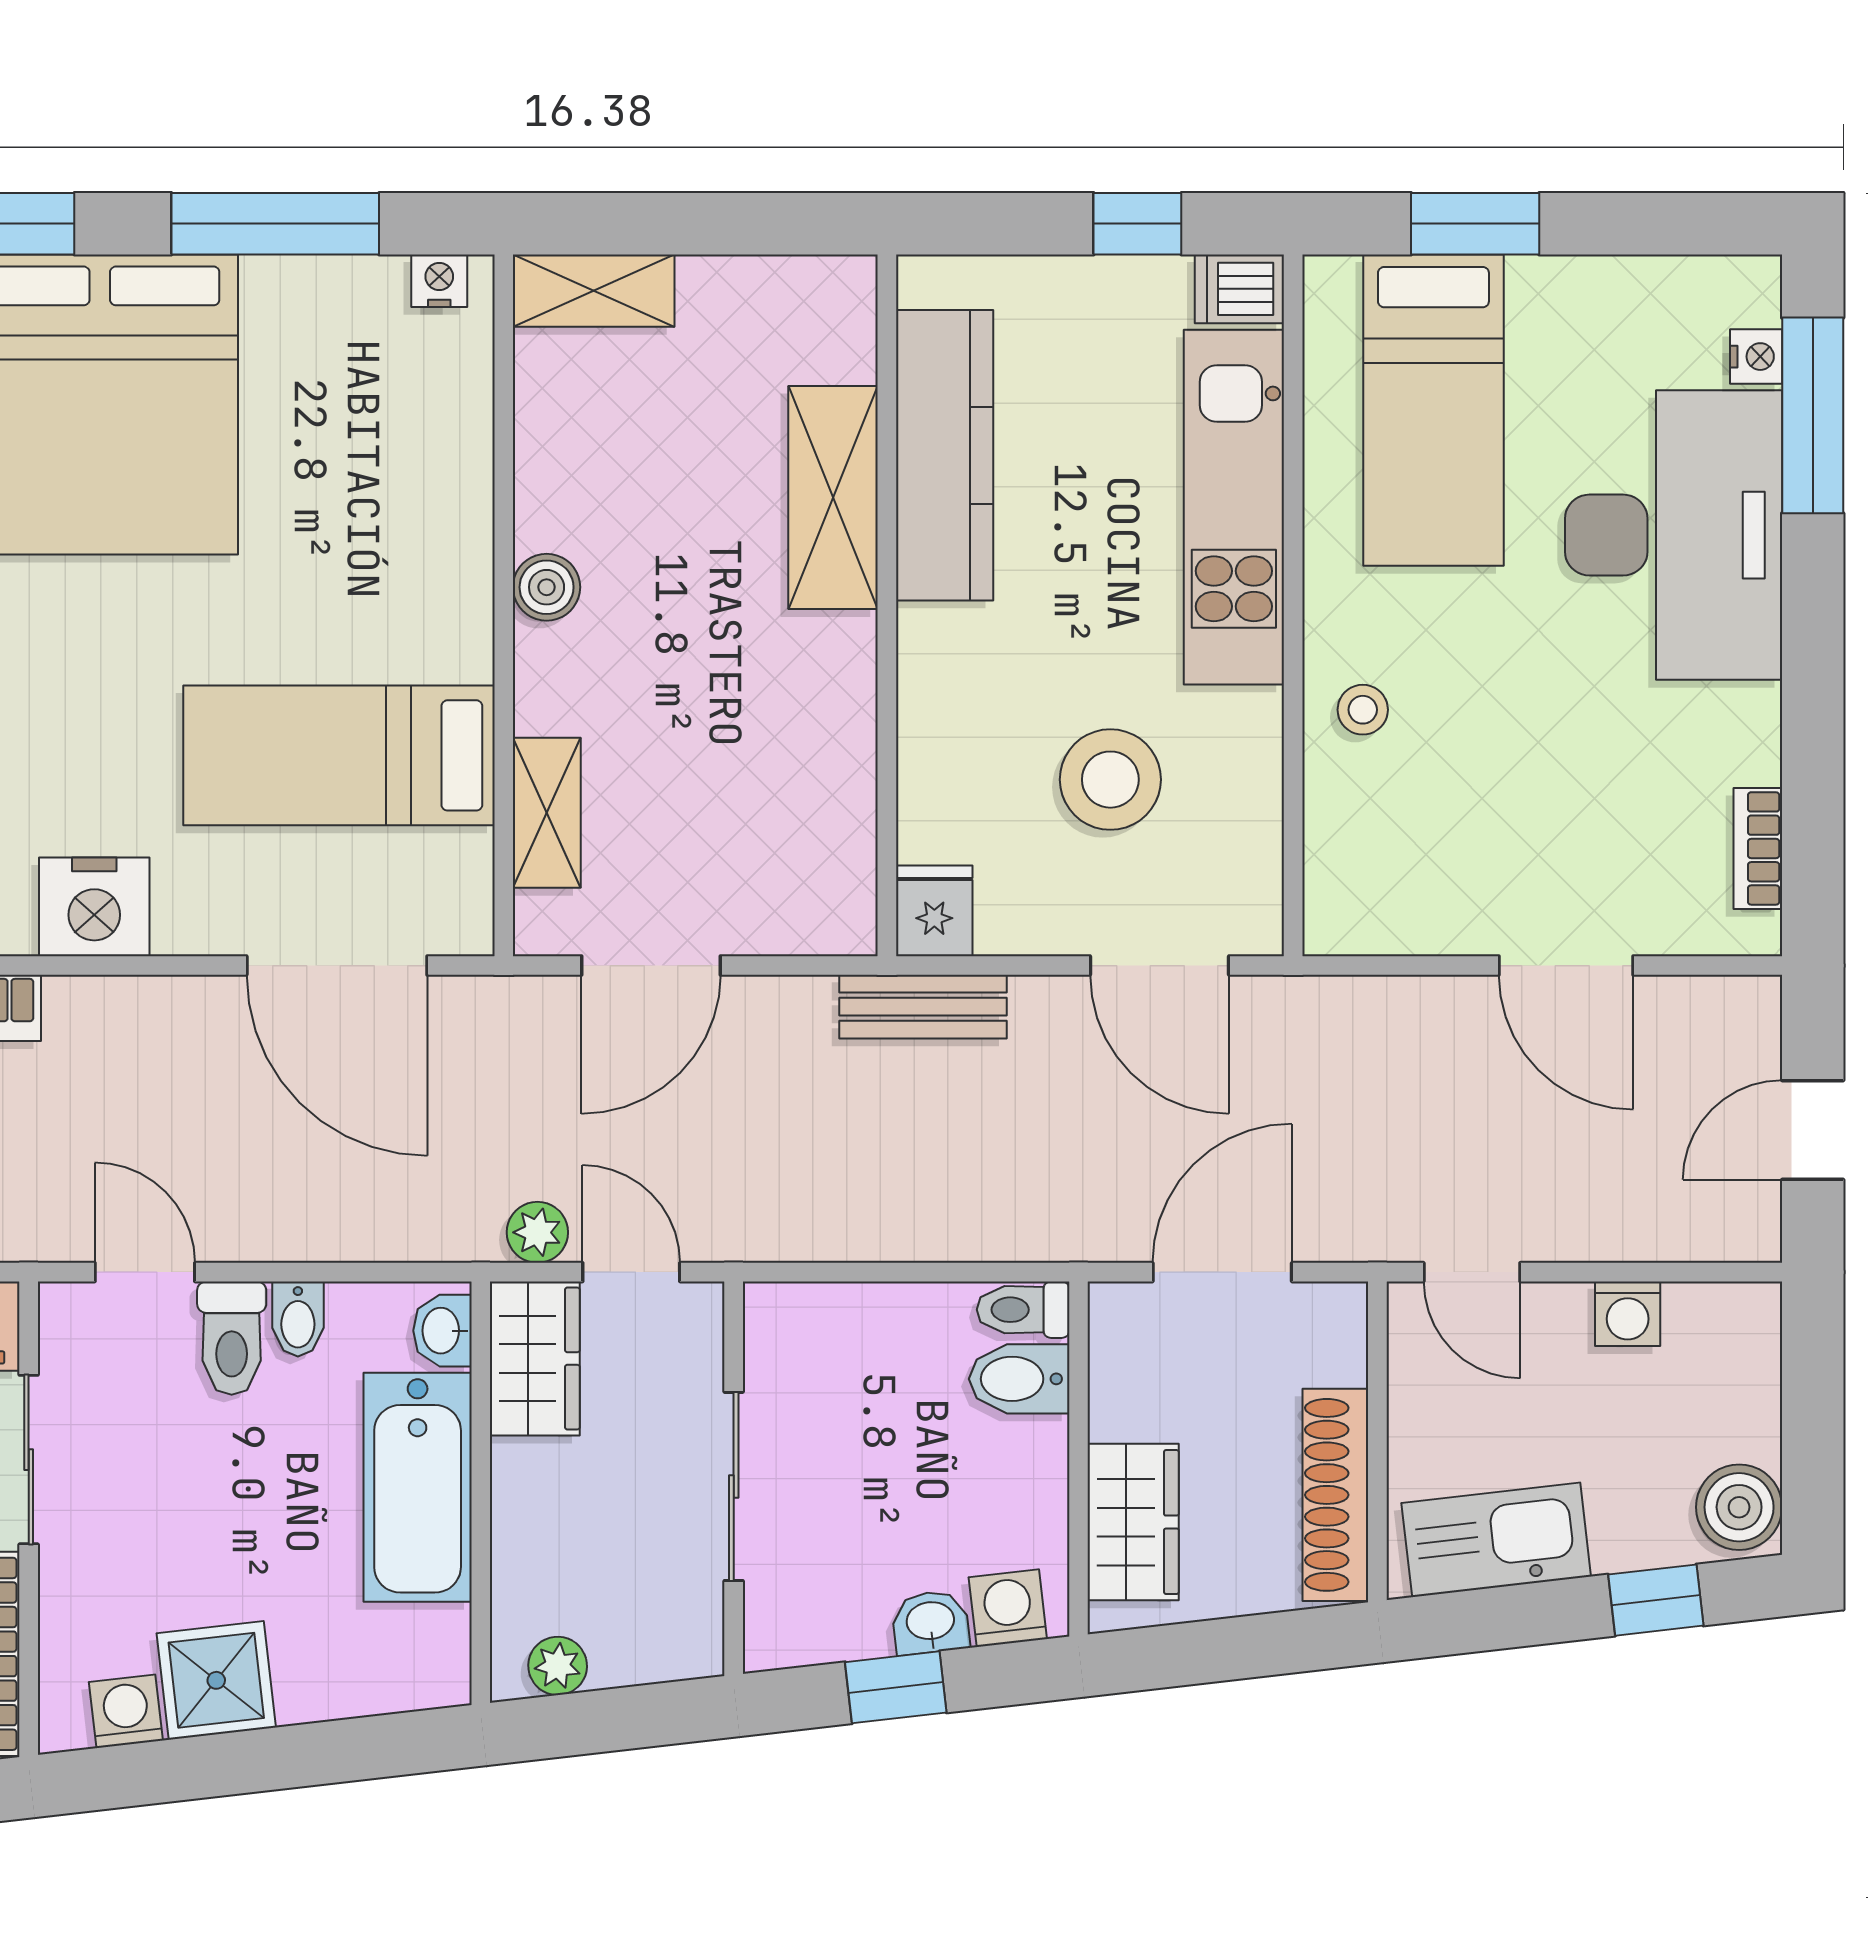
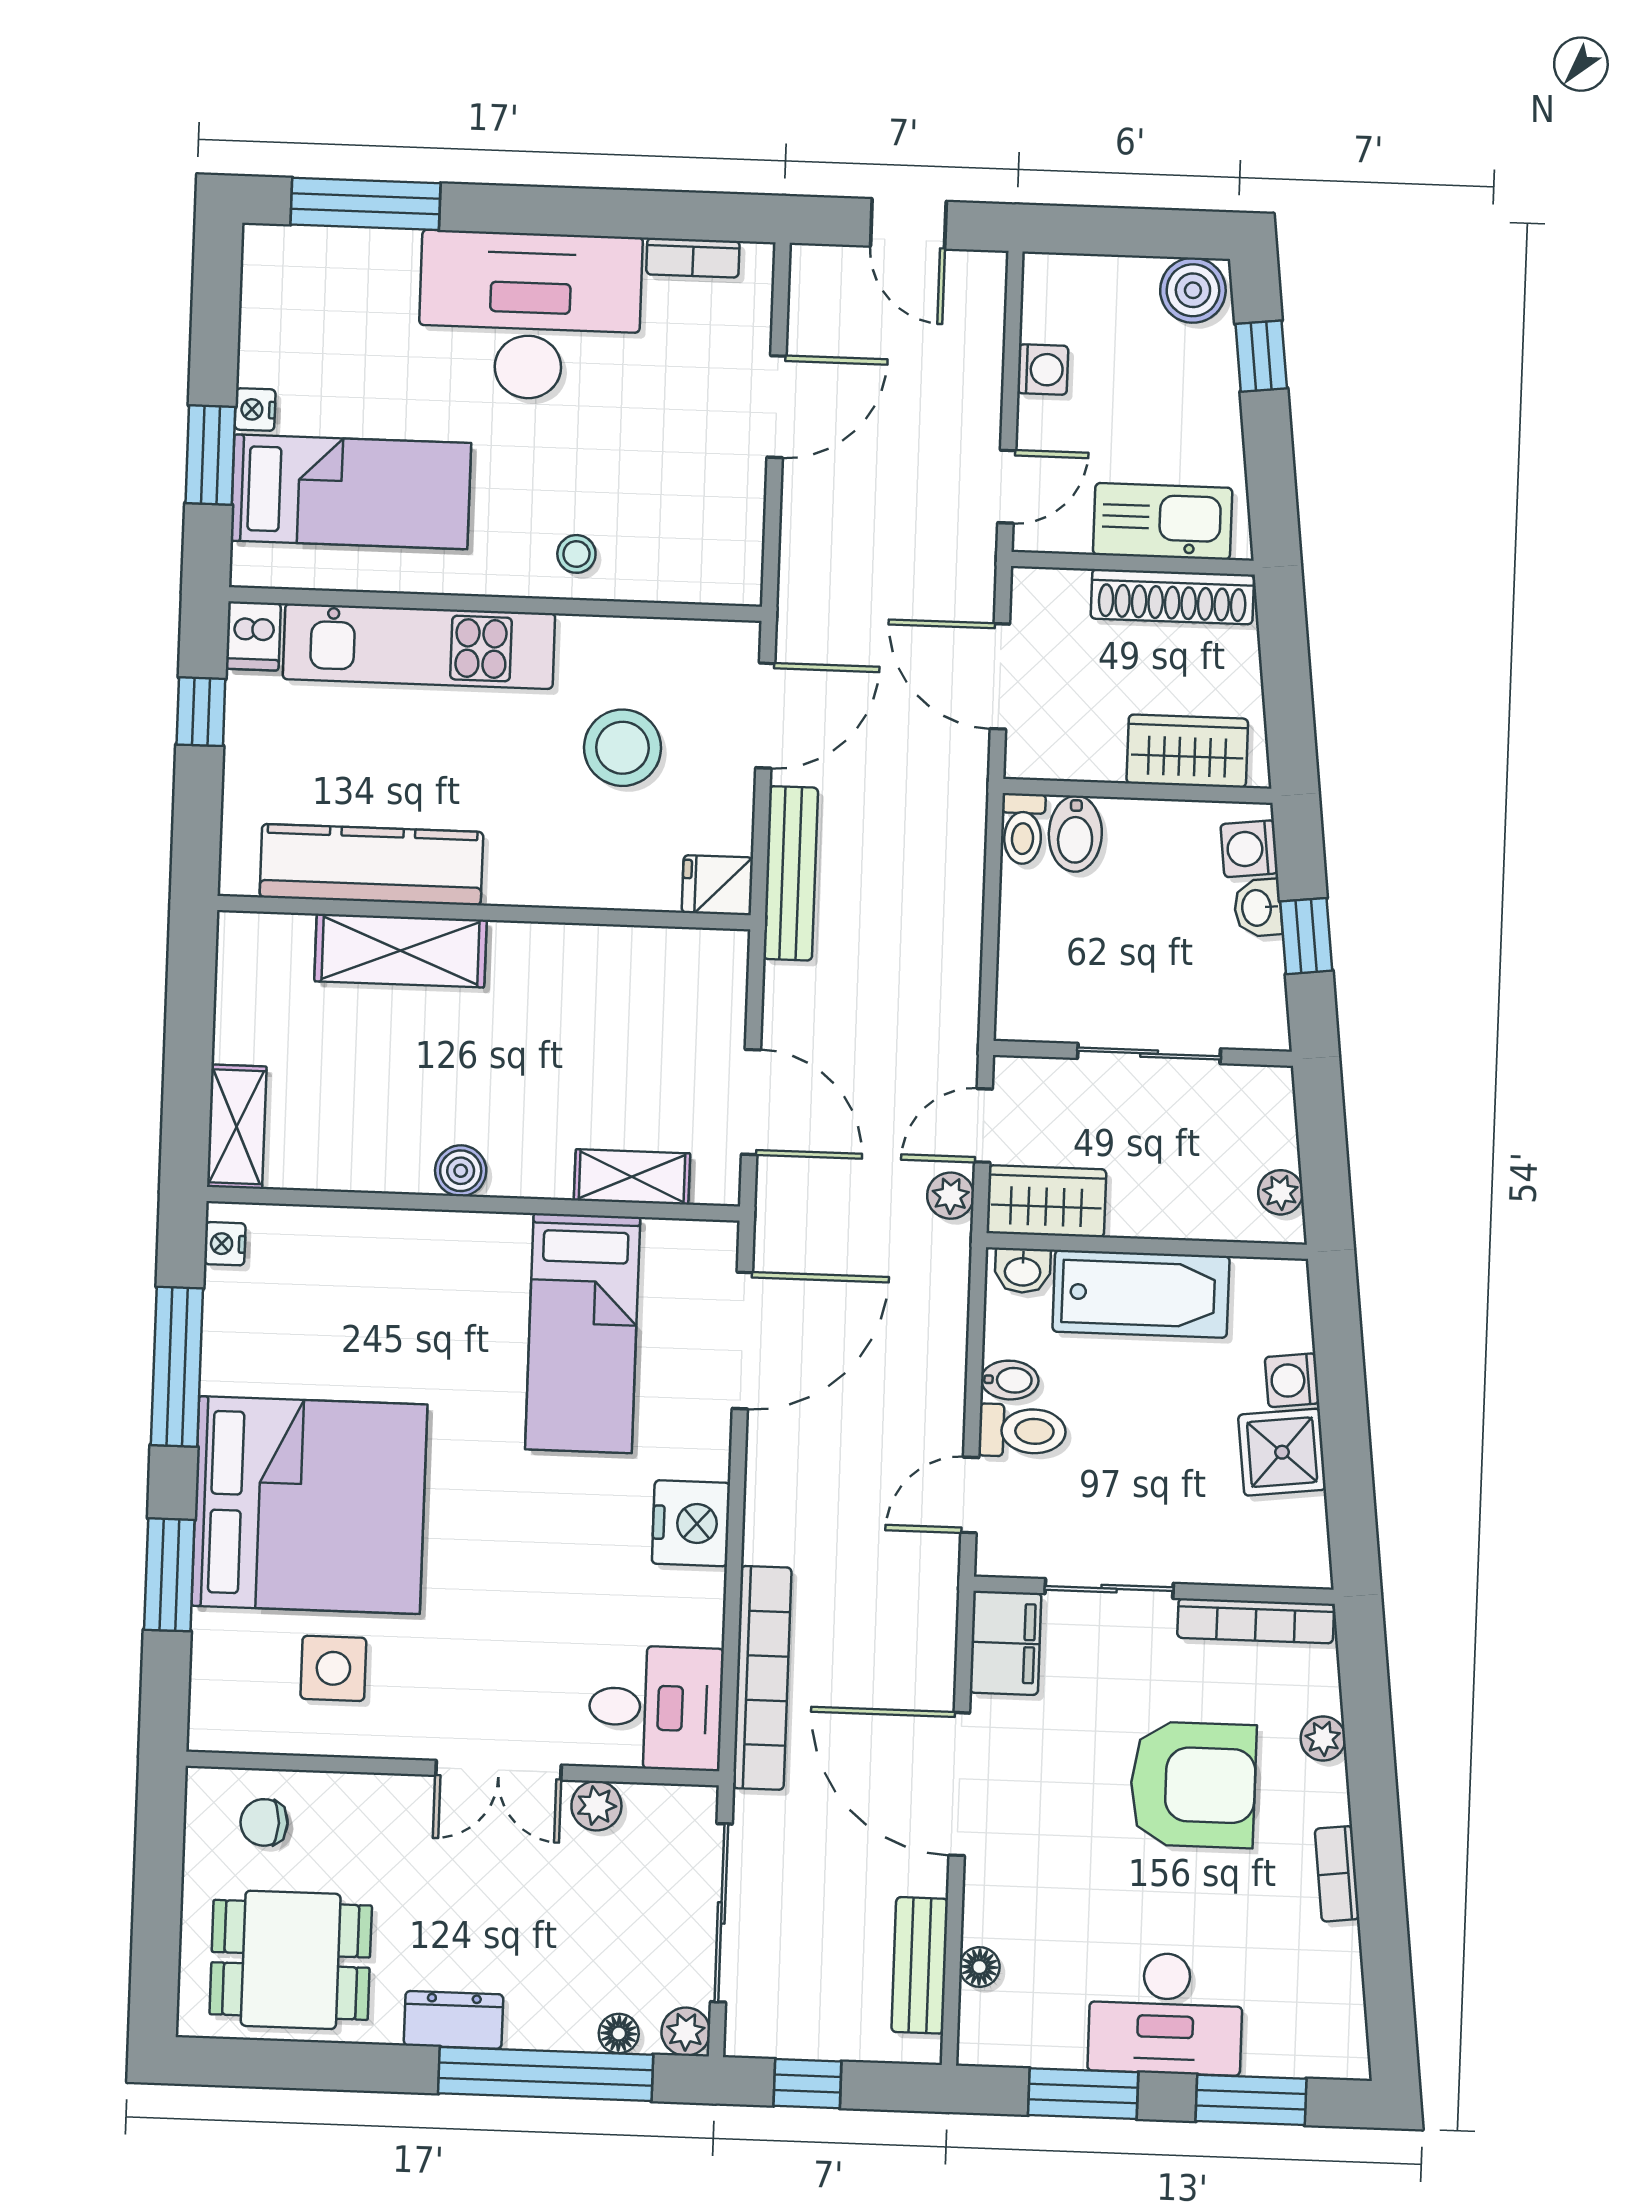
nightstand: (1756, 357) -> (255, 409), moved, turned -90
desk: (1674, 535) -> (530, 316), moved
bench: (923, 1007) -> (791, 873), width x1.36
kitchen sink: (1496, 1540) -> (1163, 521), moved, turned 97
washing machine: (126, 1711) -> (1292, 1380), moved

